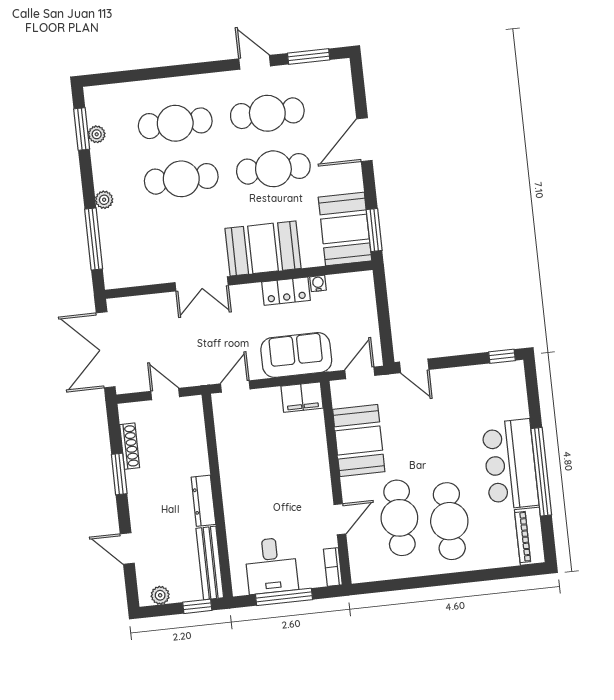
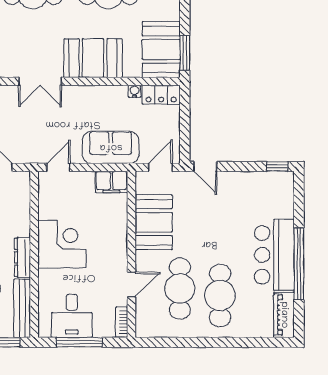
locker: (286, 291) -> (161, 95), moved
corner desk: (250, 479) -> (62, 244), added

